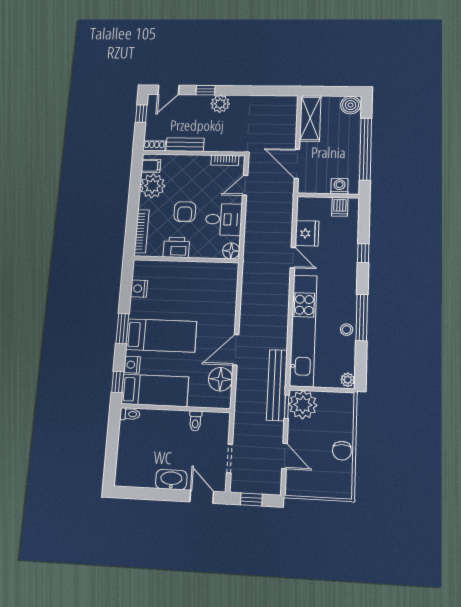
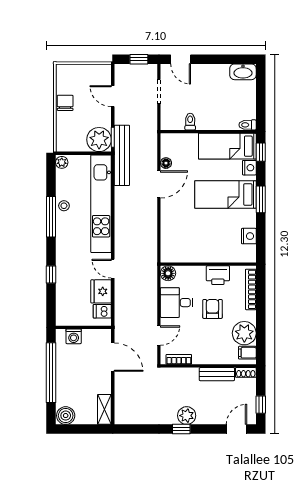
window: (205, 90) -> (181, 429), moved
shelving: (310, 118) -> (104, 409), width x0.67, depth x0.75
dishwasher: (340, 207) -> (102, 311), moved, turned -90
floor lamp: (220, 379) -> (166, 163), width x0.53, depth x0.53
washbasin: (171, 480) -> (243, 72), moved

